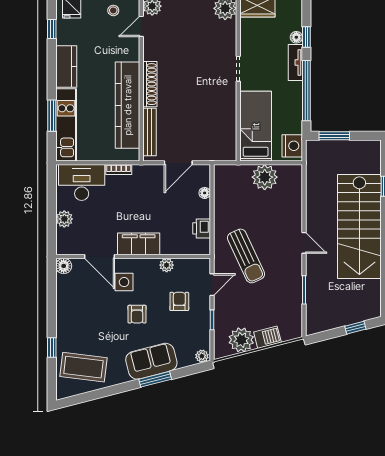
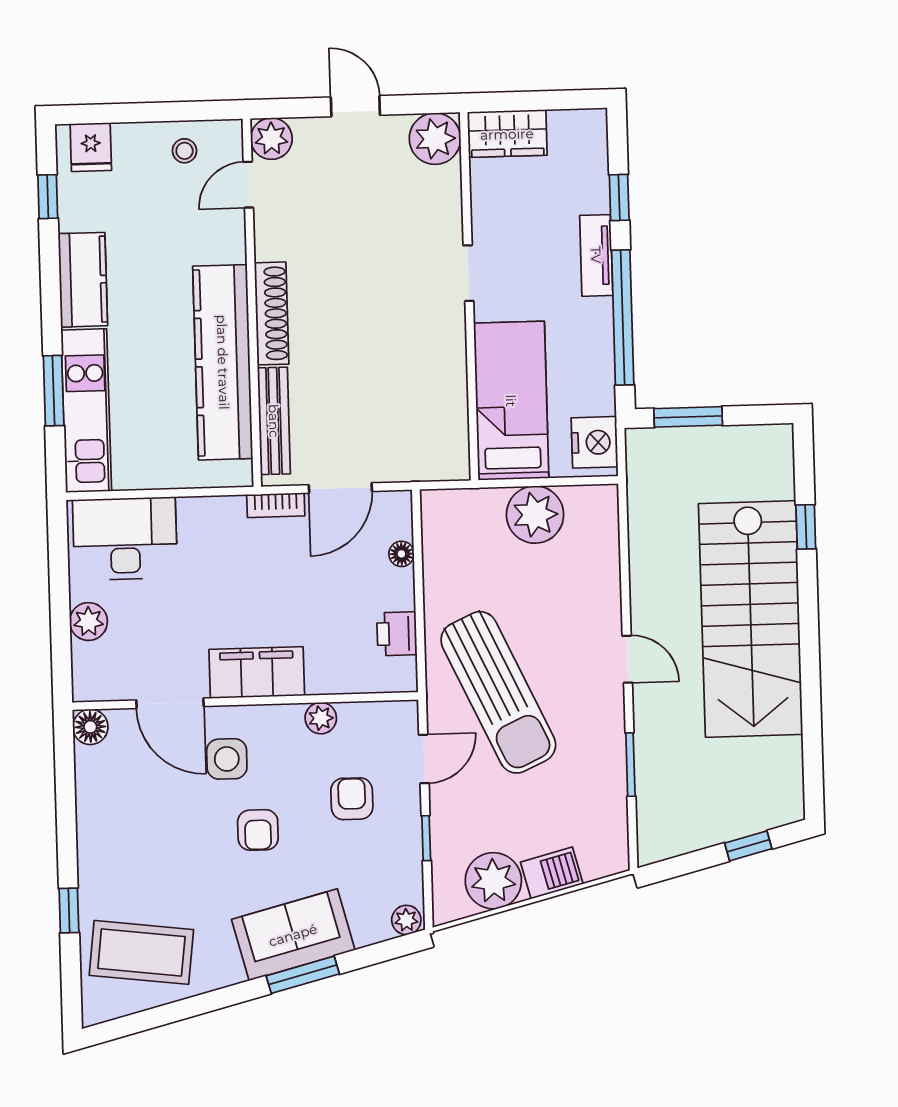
floor lamp: (296, 37) -> (597, 199), removed
bookcase: (119, 170) -> (276, 505), moved
sun lounger: (246, 256) -> (498, 692), width x1.36, depth x1.34

